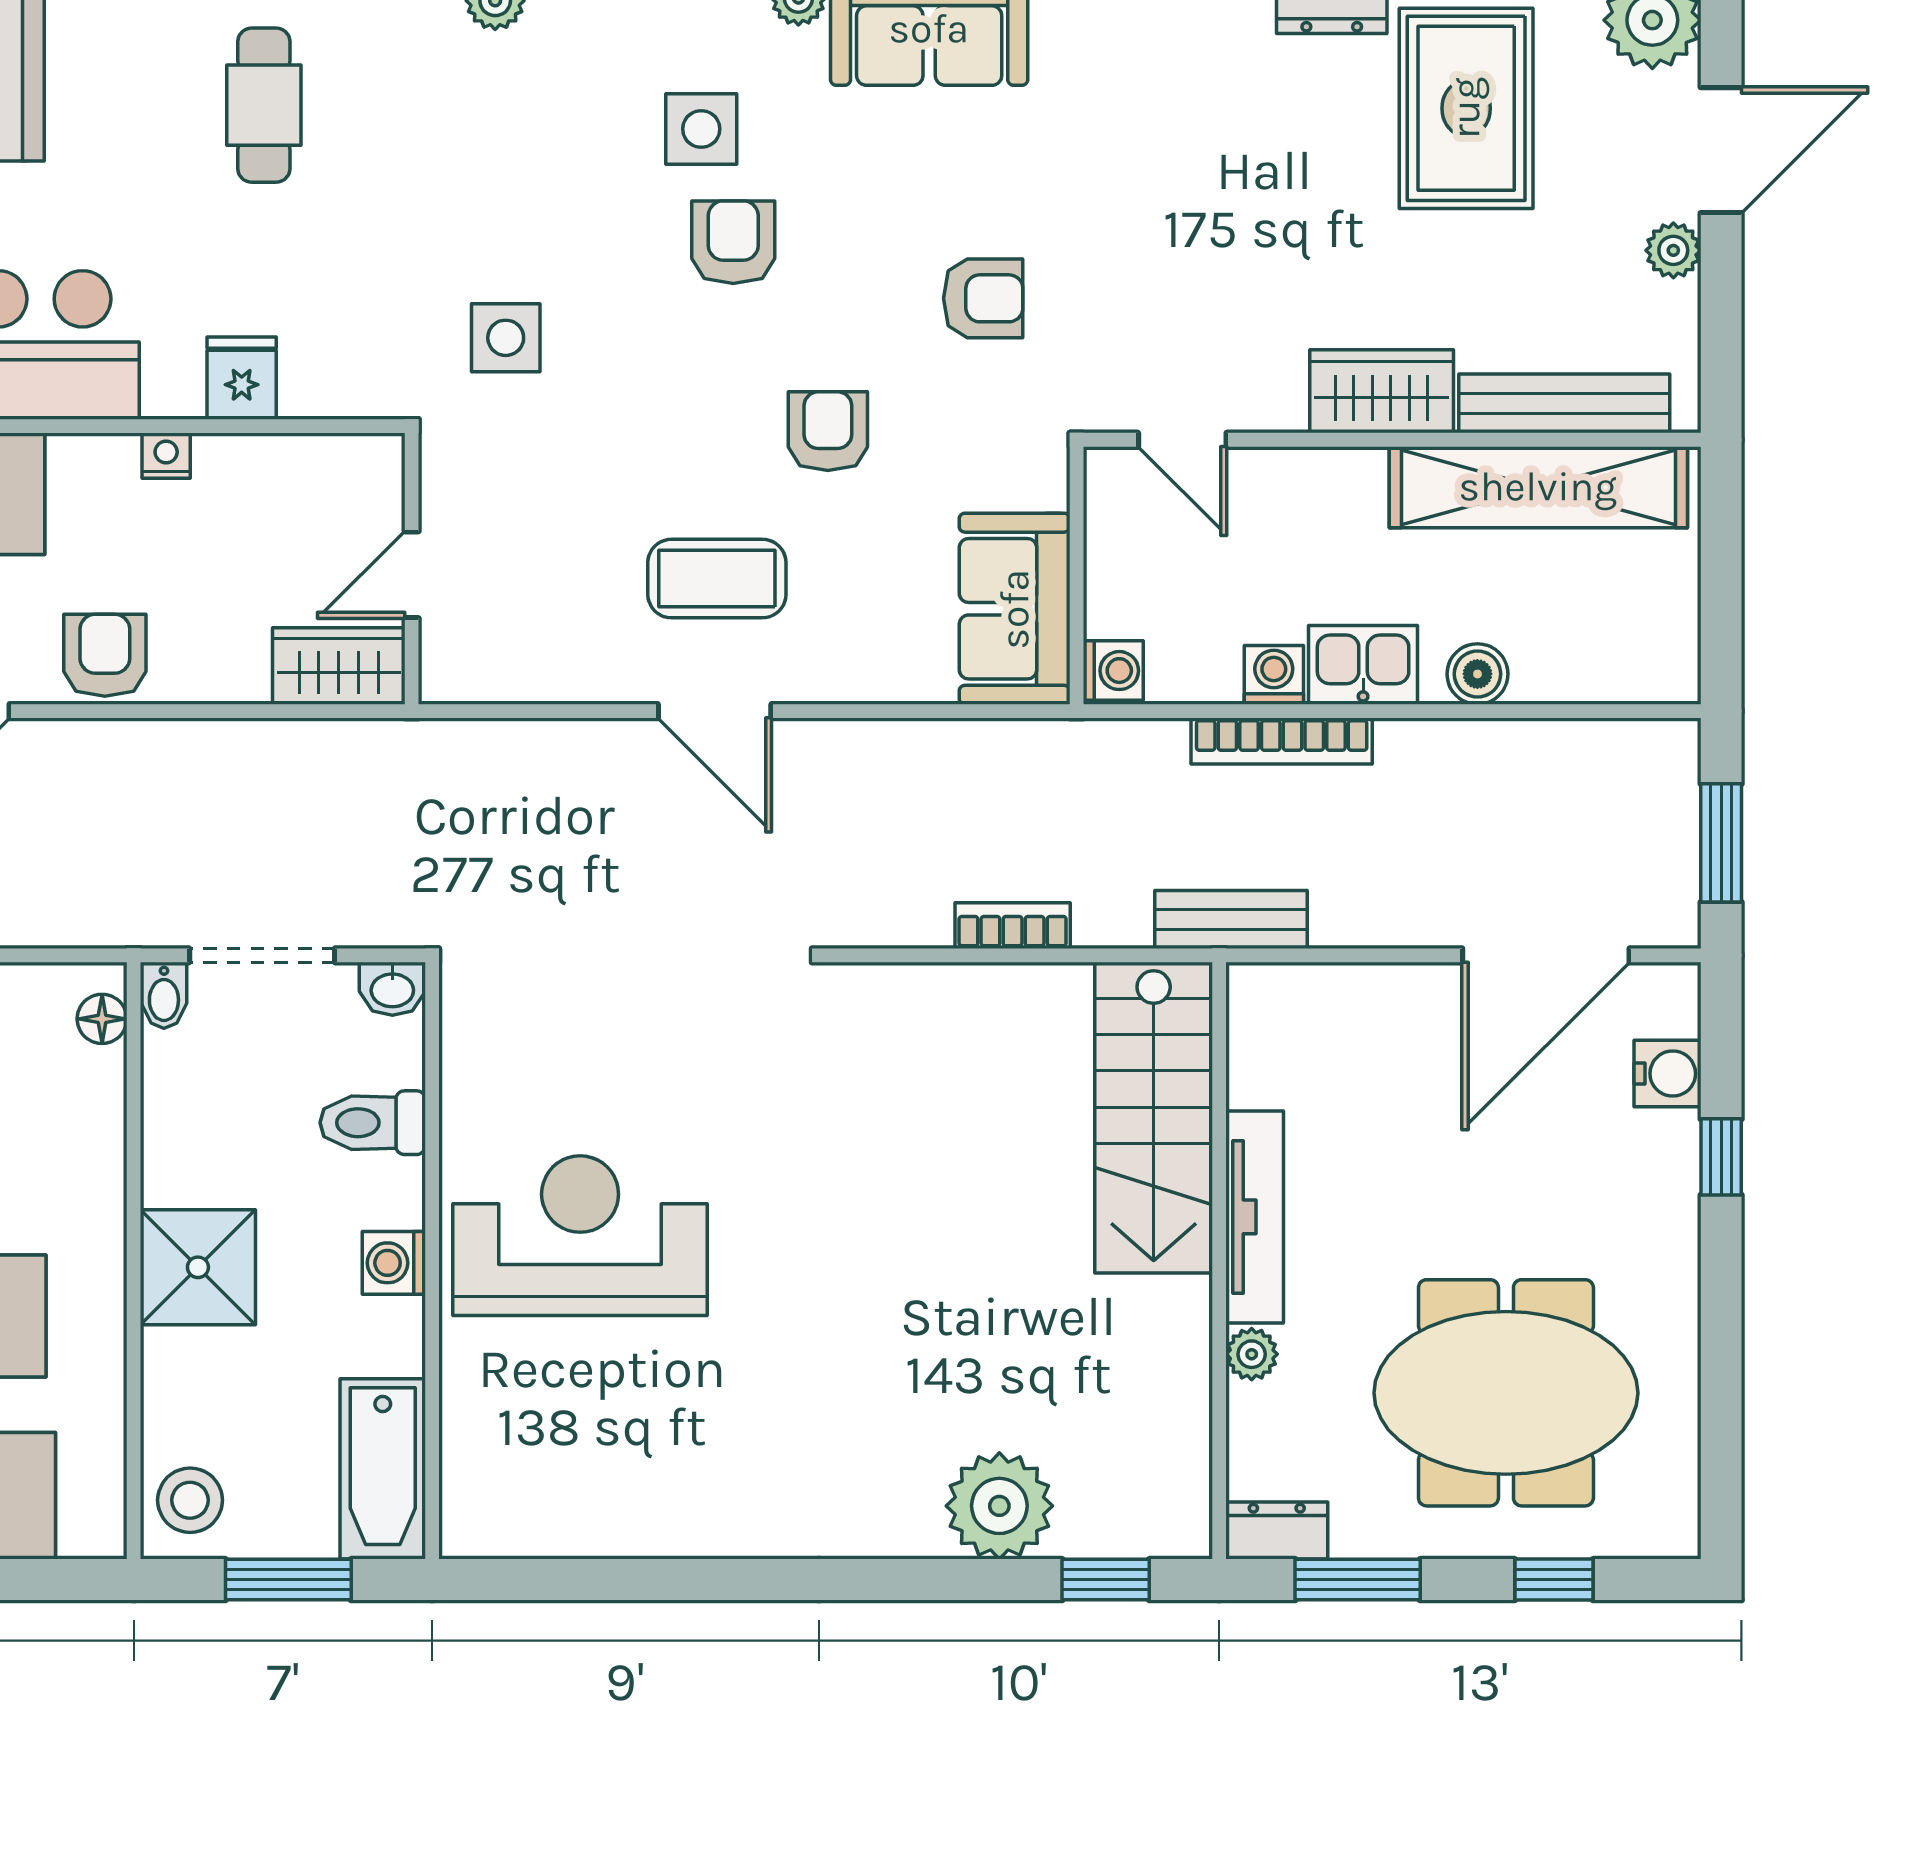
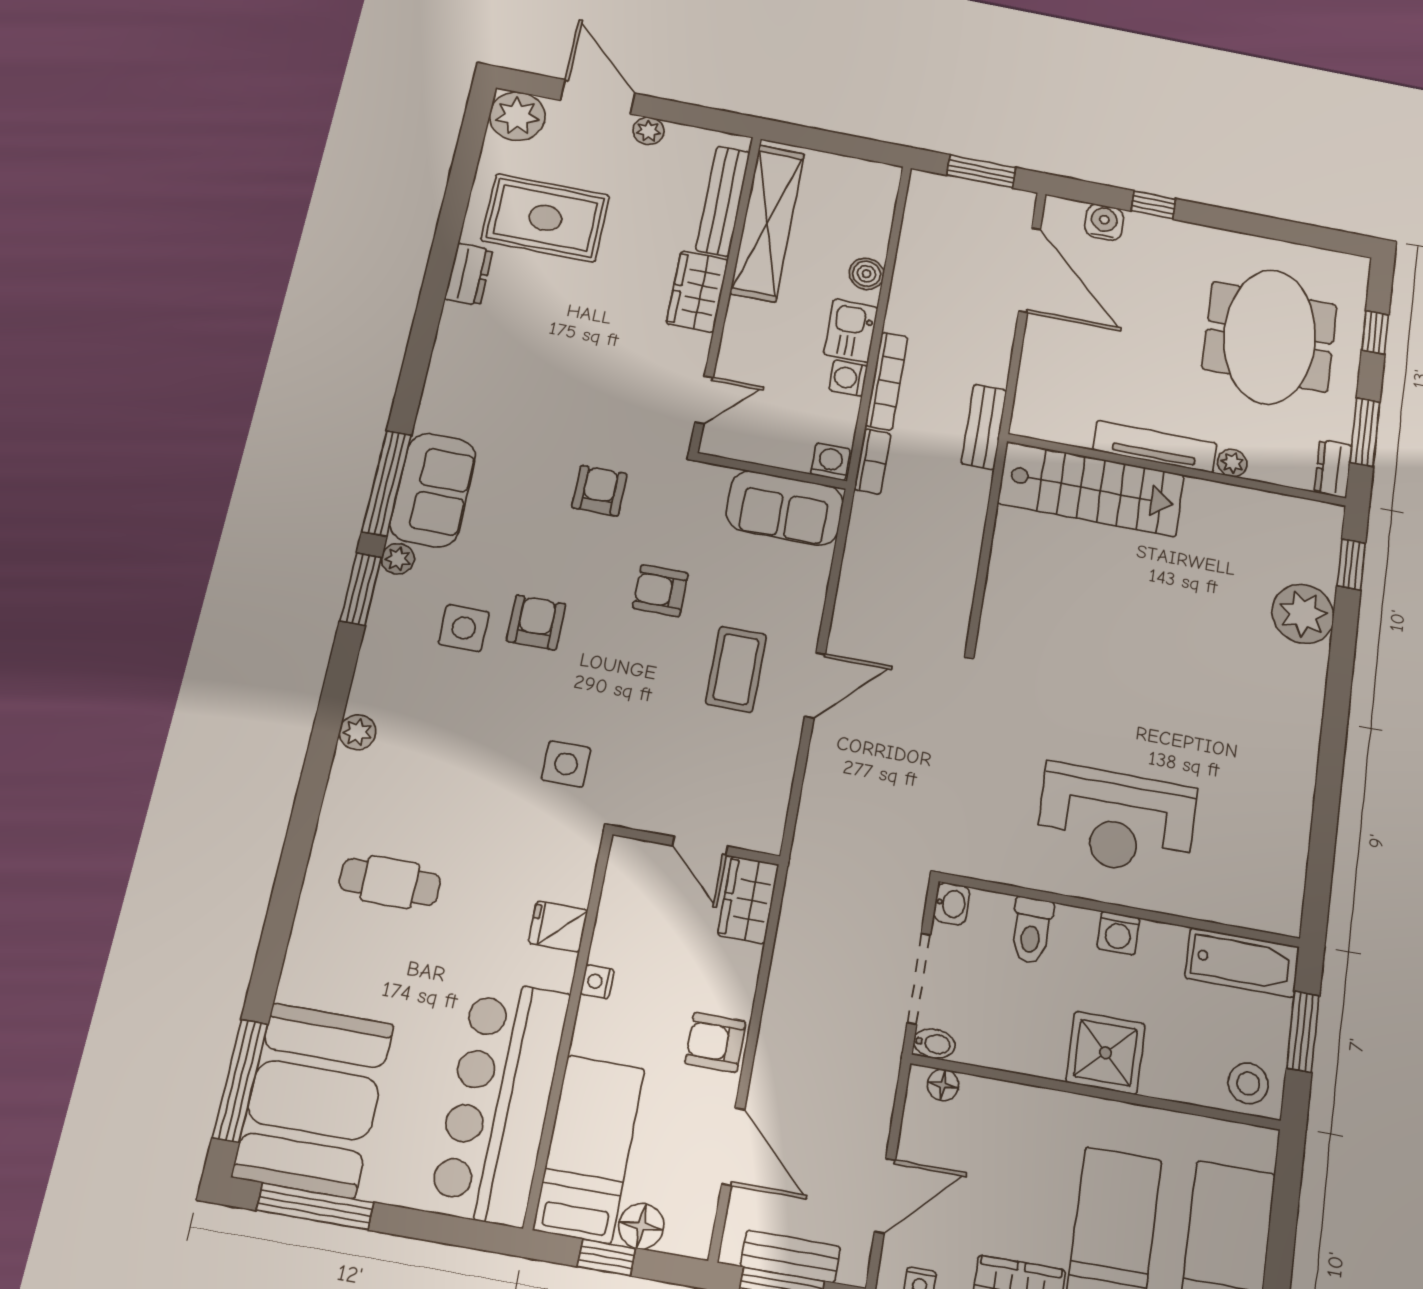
armchair: (733, 242) -> (536, 623), turned 90
bookcase: (1013, 926) -> (873, 461), moved, turned 180
reception desk: (580, 1236) -> (1116, 820), turned -90

